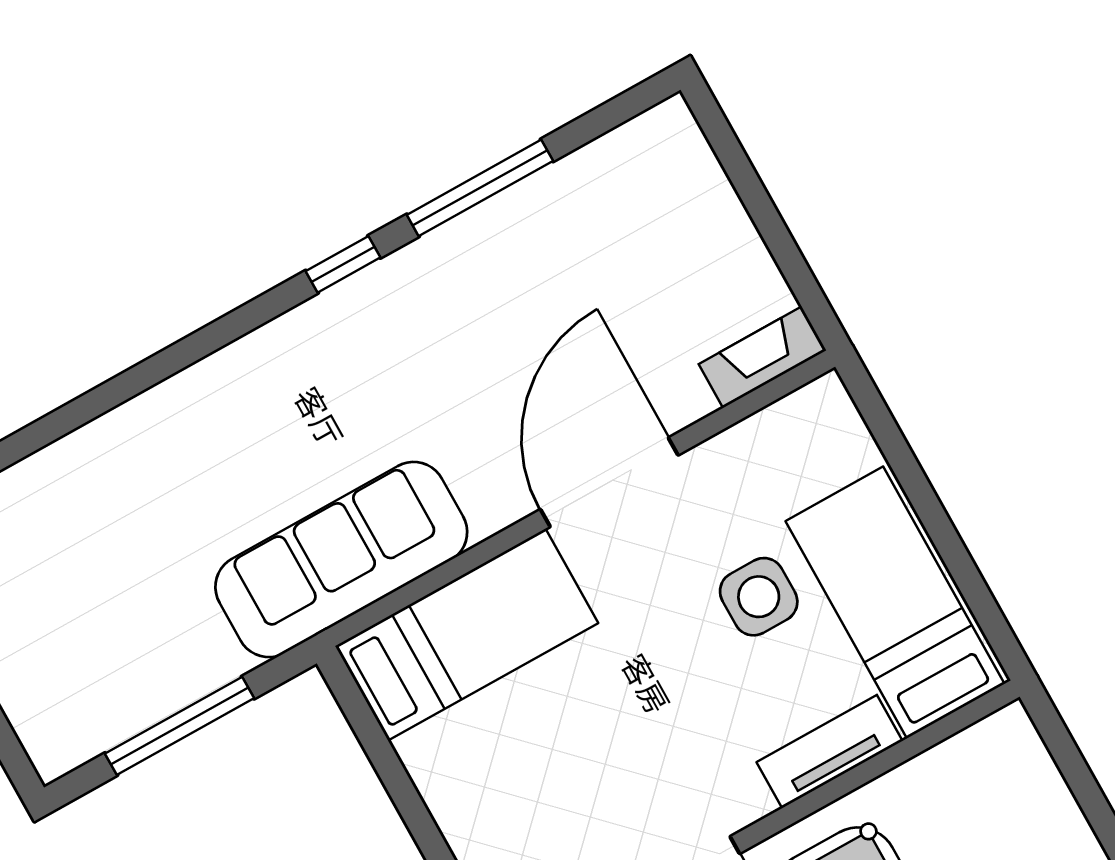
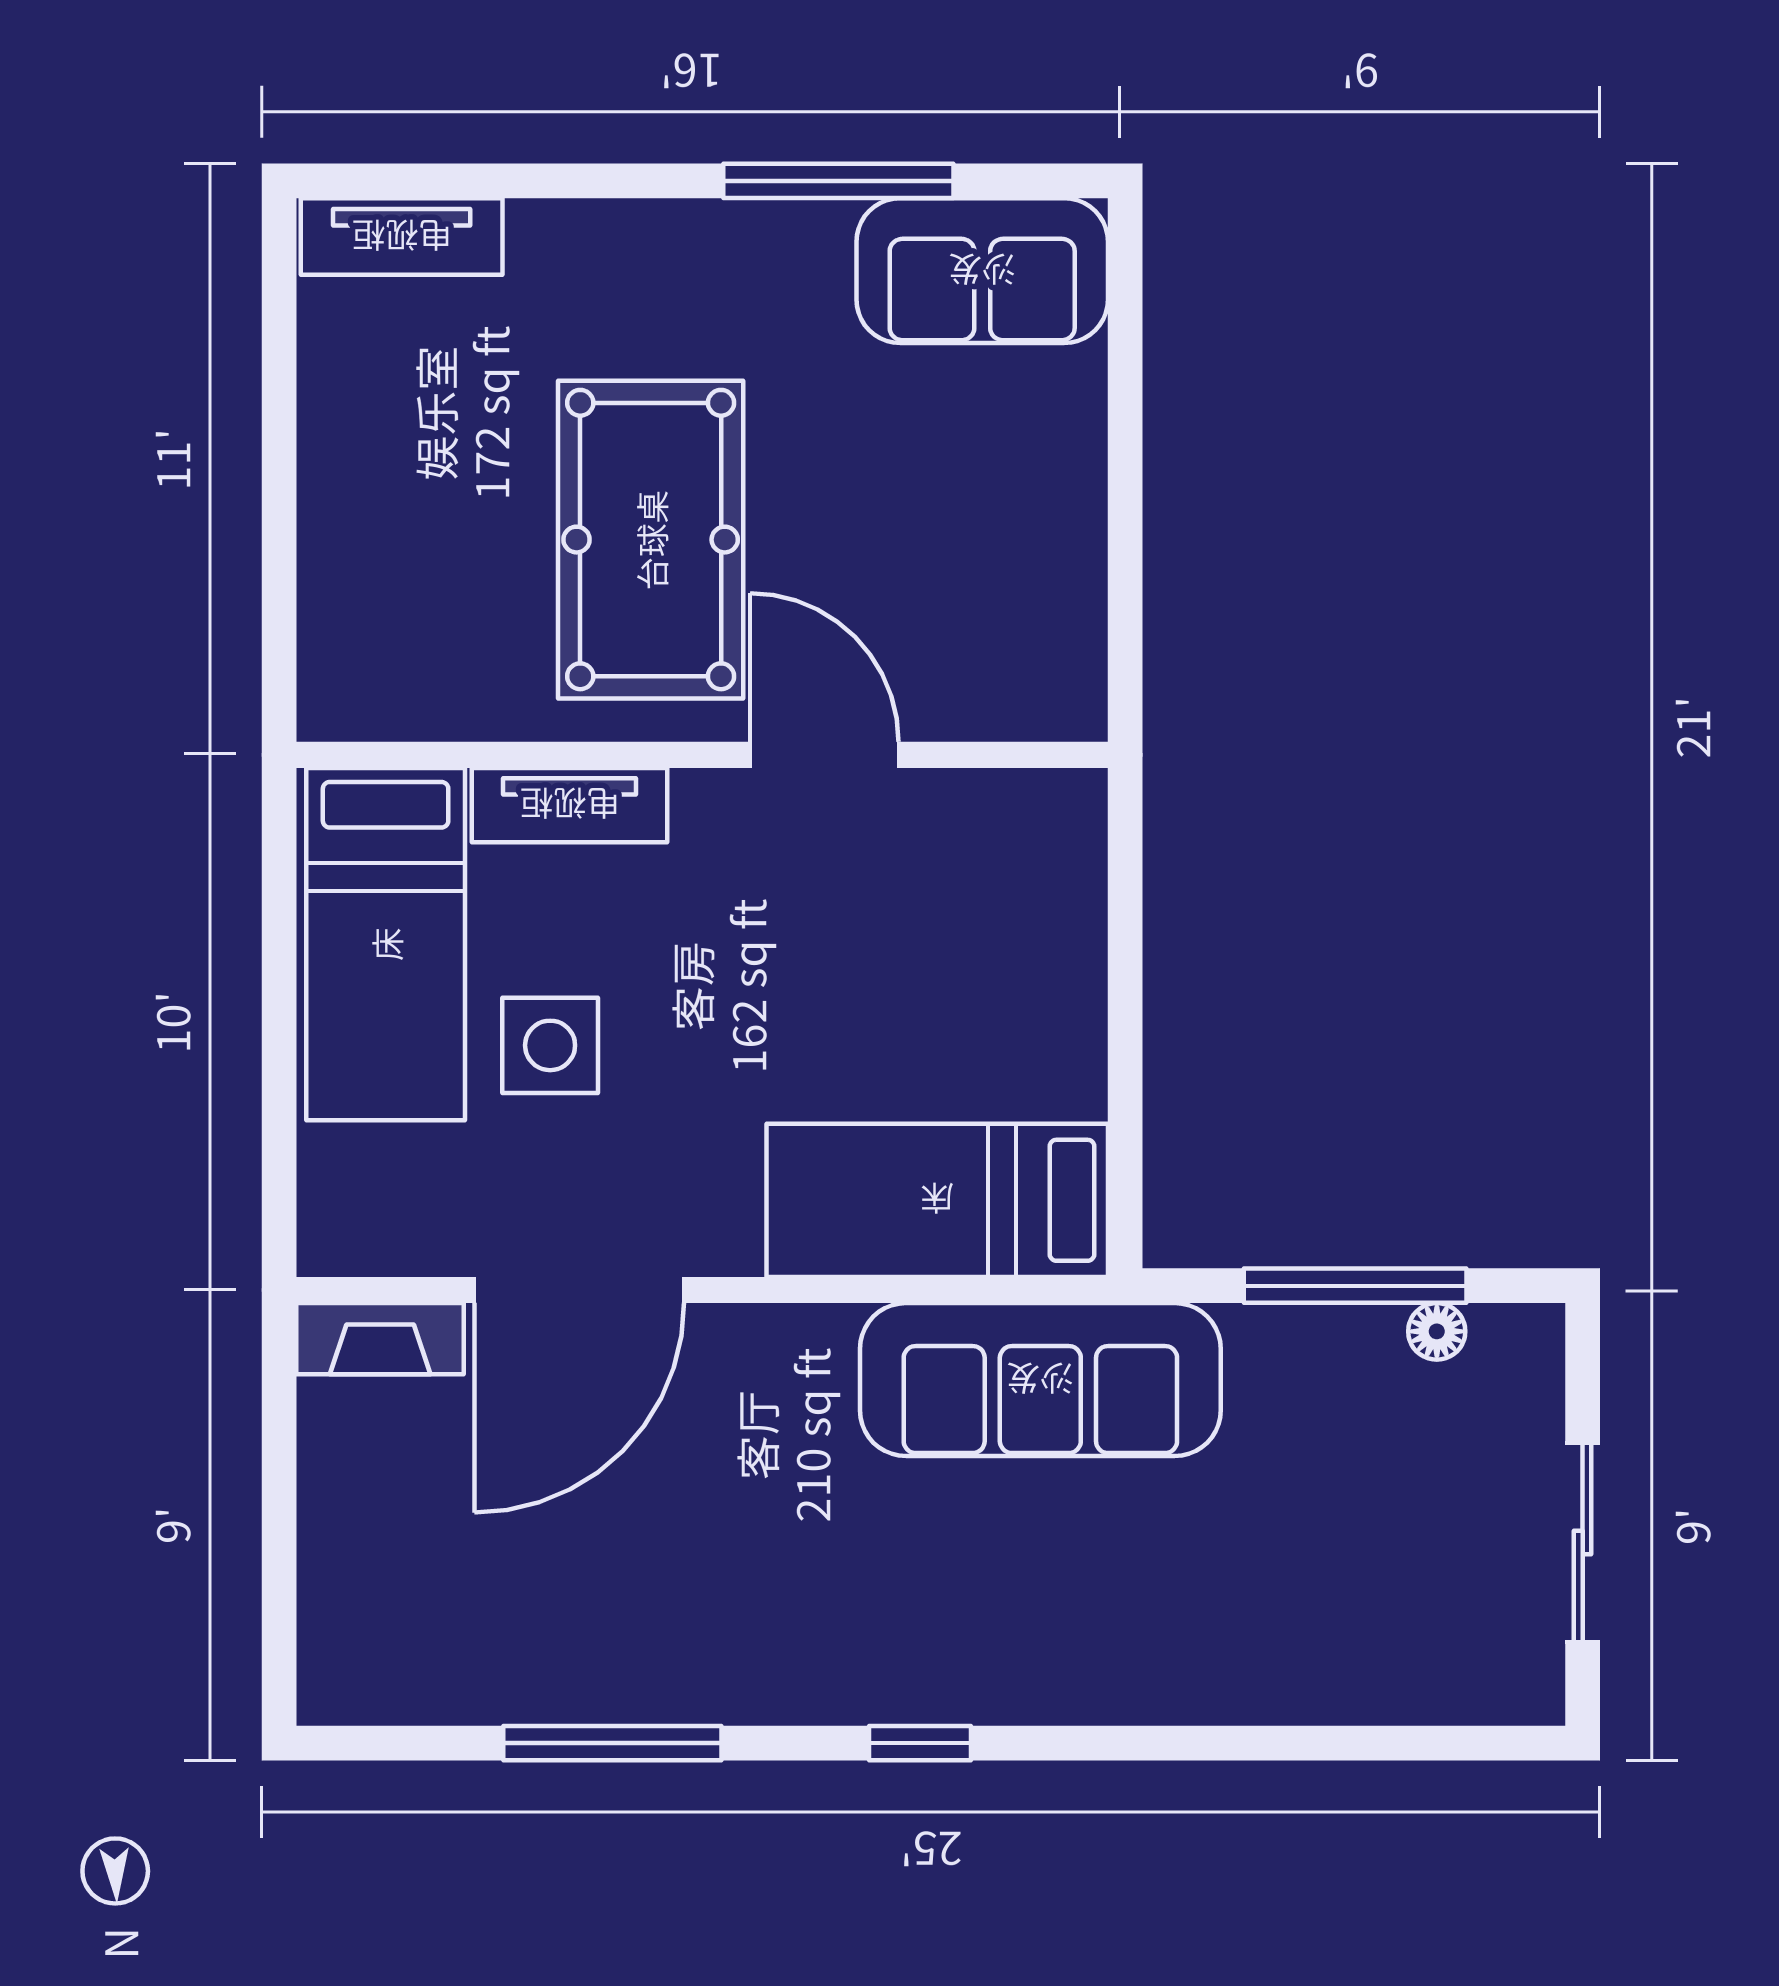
window: (343, 264) -> (920, 1743), moved
door: (609, 482) -> (579, 1290), moved
floor lamp: (113, 726) -> (1437, 1331), added

